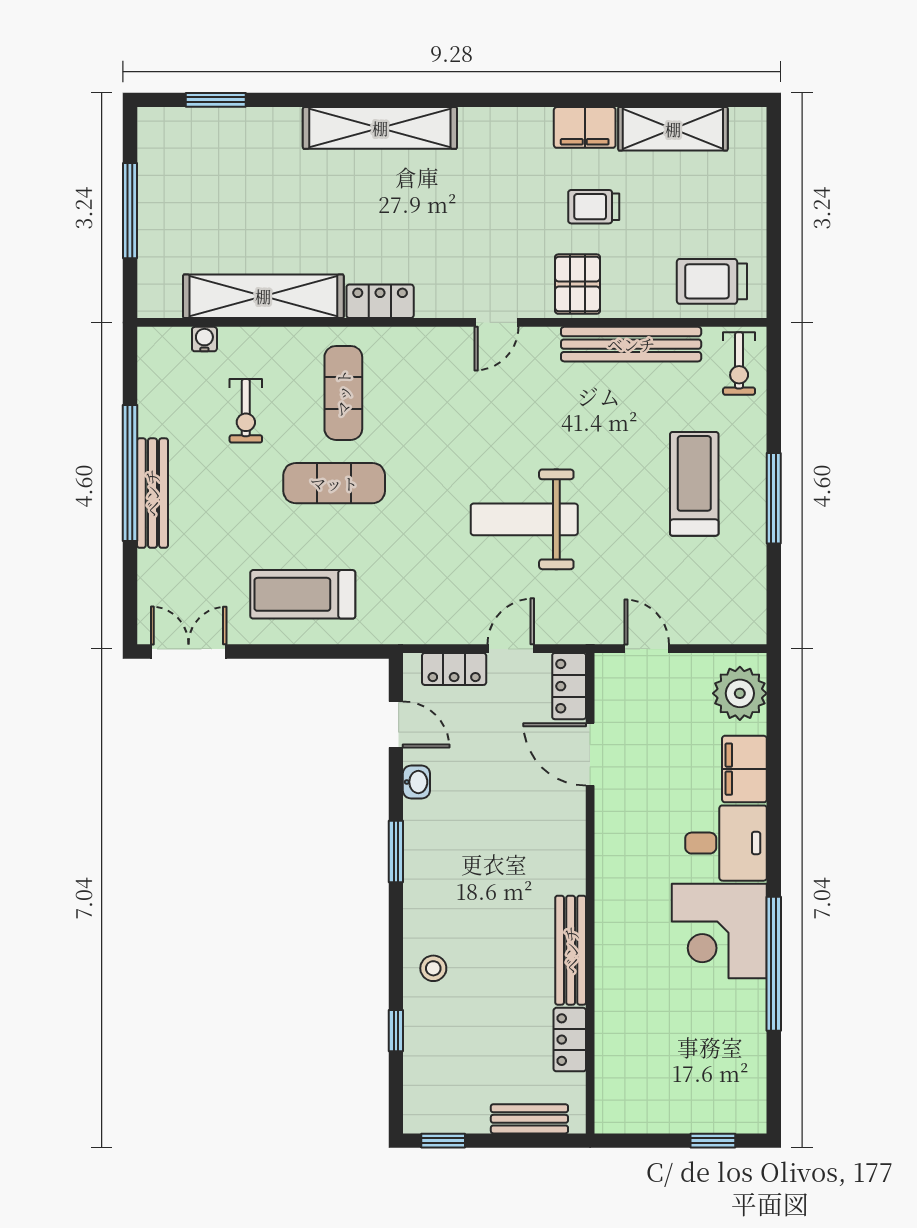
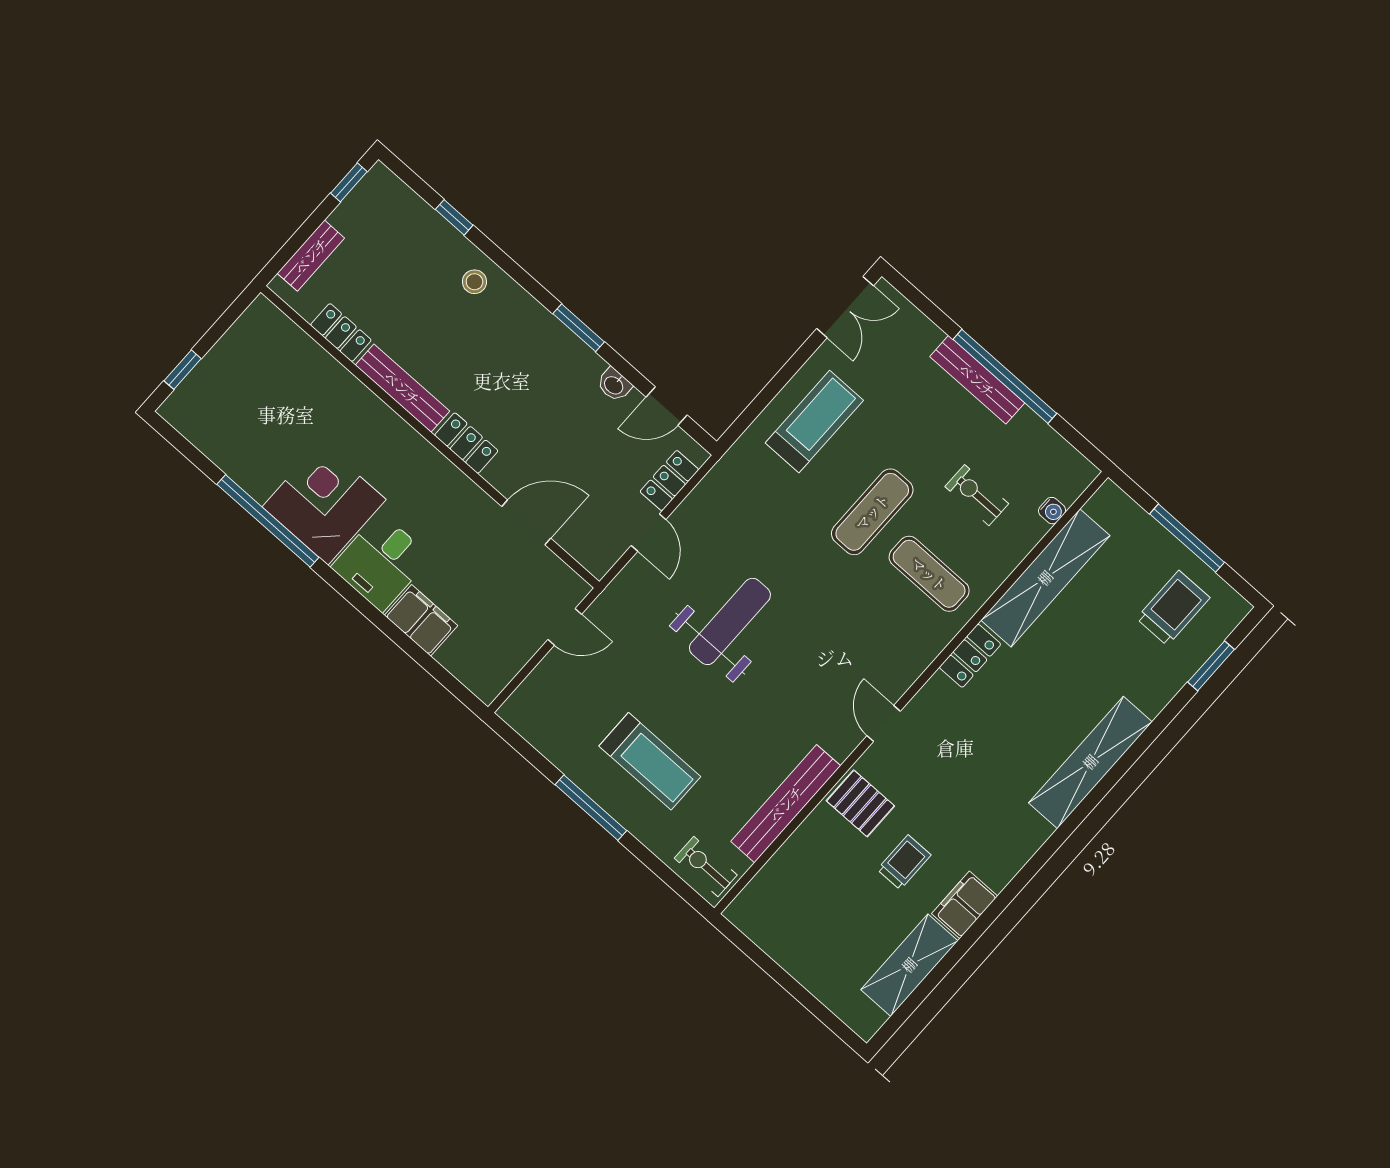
trolley: (712, 281) -> (1173, 608), moved
locker: (569, 686) -> (466, 443), moved
plant: (740, 693) -> (476, 664), removed

